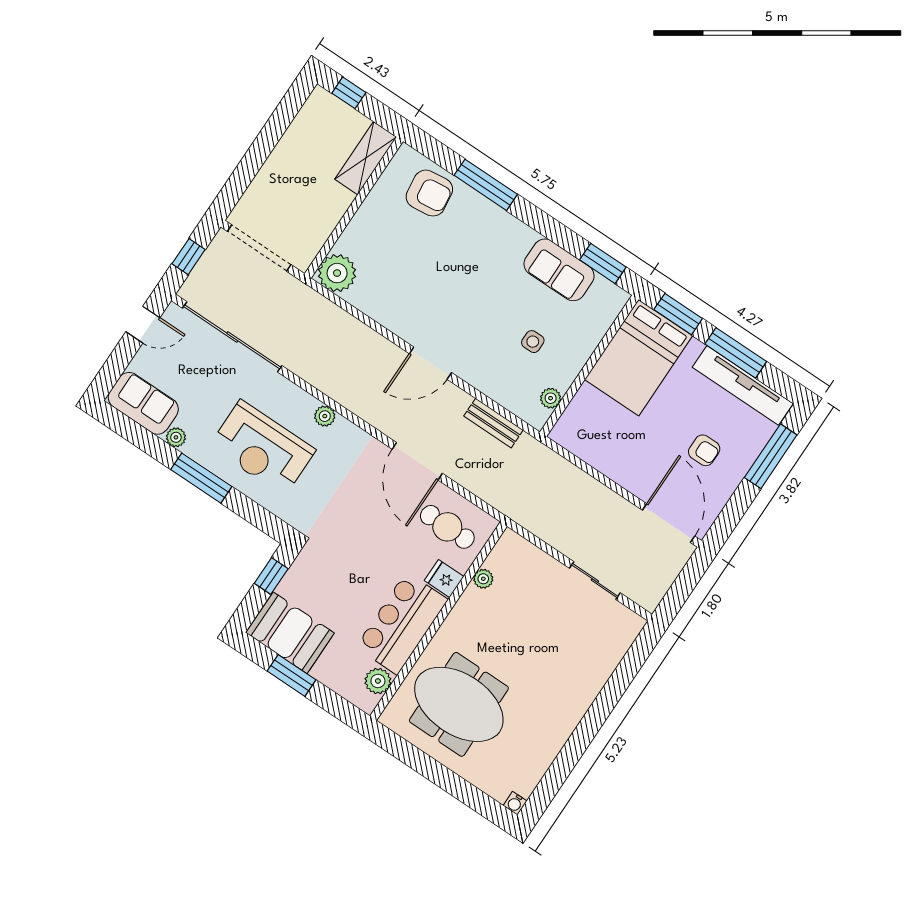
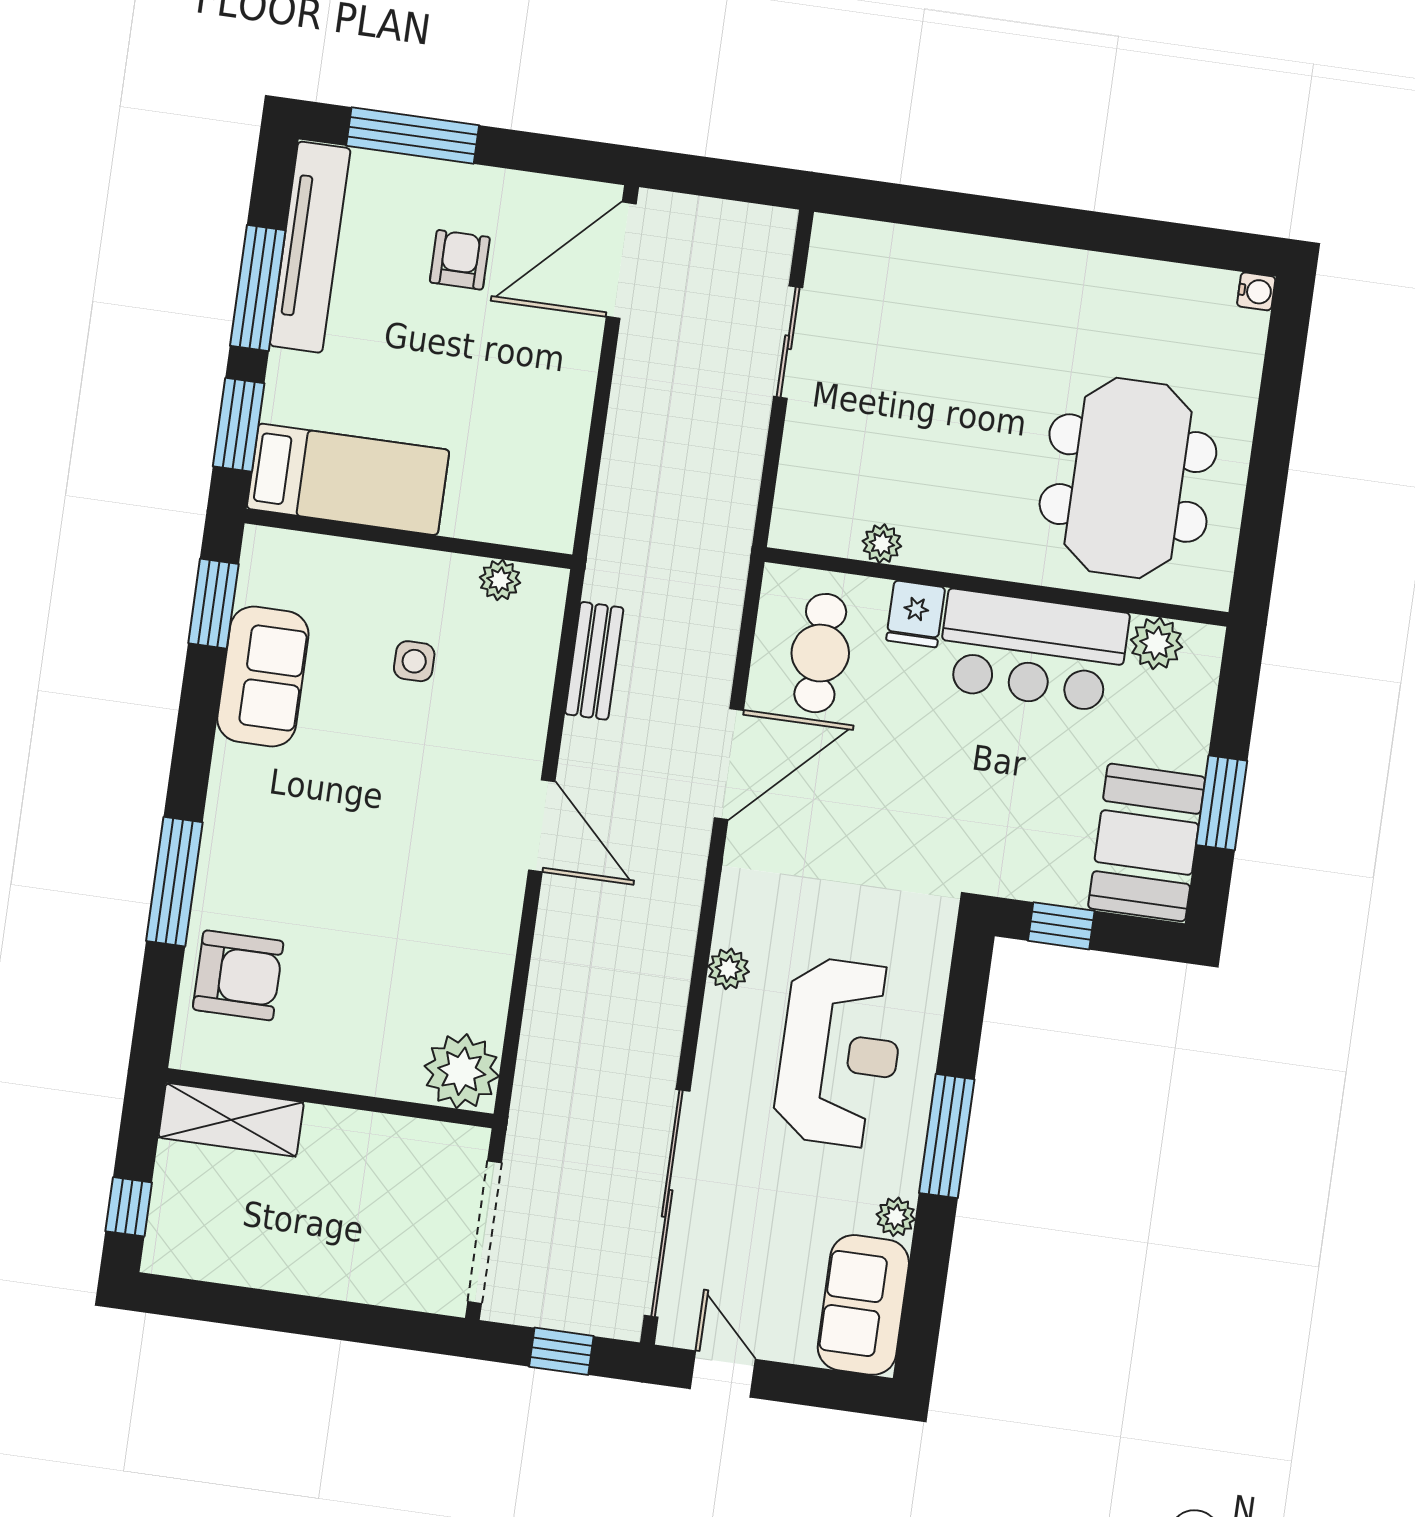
armchair: (429, 193) -> (238, 975), turned 97
bed: (639, 358) -> (348, 479), width x0.67

